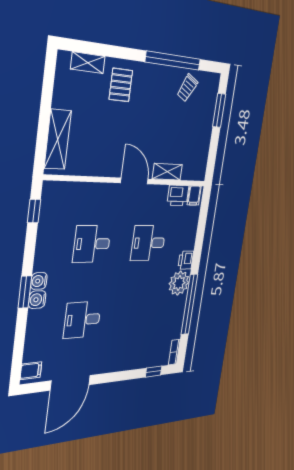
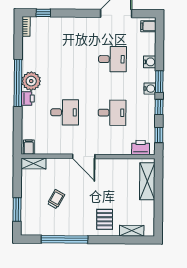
trolley: (187, 88) -> (56, 199), moved
shelving: (167, 172) -> (33, 163), moved
printer: (178, 195) -> (141, 148), moved
window: (29, 254) -> (159, 107), added
water cooler: (37, 300) -> (150, 62), moved
window: (189, 304) -> (18, 83), moved

